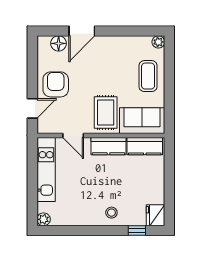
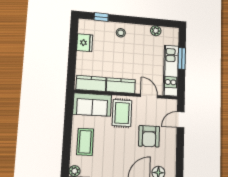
armchair: (56, 84) -> (149, 136), moved
window: (32, 186) -> (182, 58), added
fridge: (155, 215) -> (85, 43), moved
plant: (44, 219) -> (156, 31), moved

